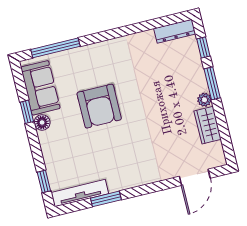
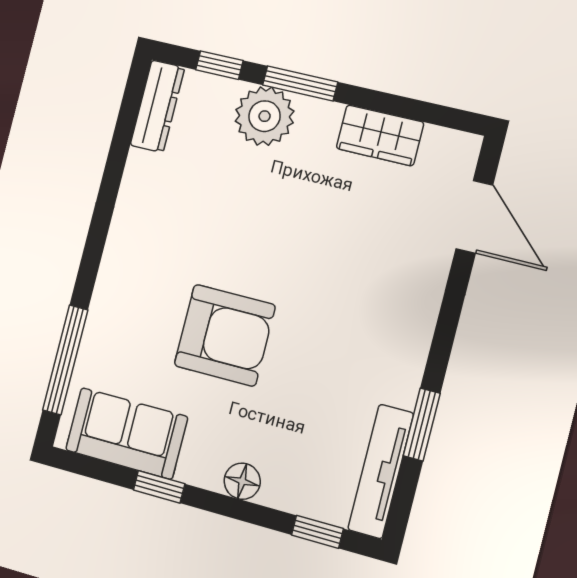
plant: (204, 100) -> (265, 116), moved, width x1.88, depth x1.88
floor lamp: (42, 122) -> (242, 481), moved

